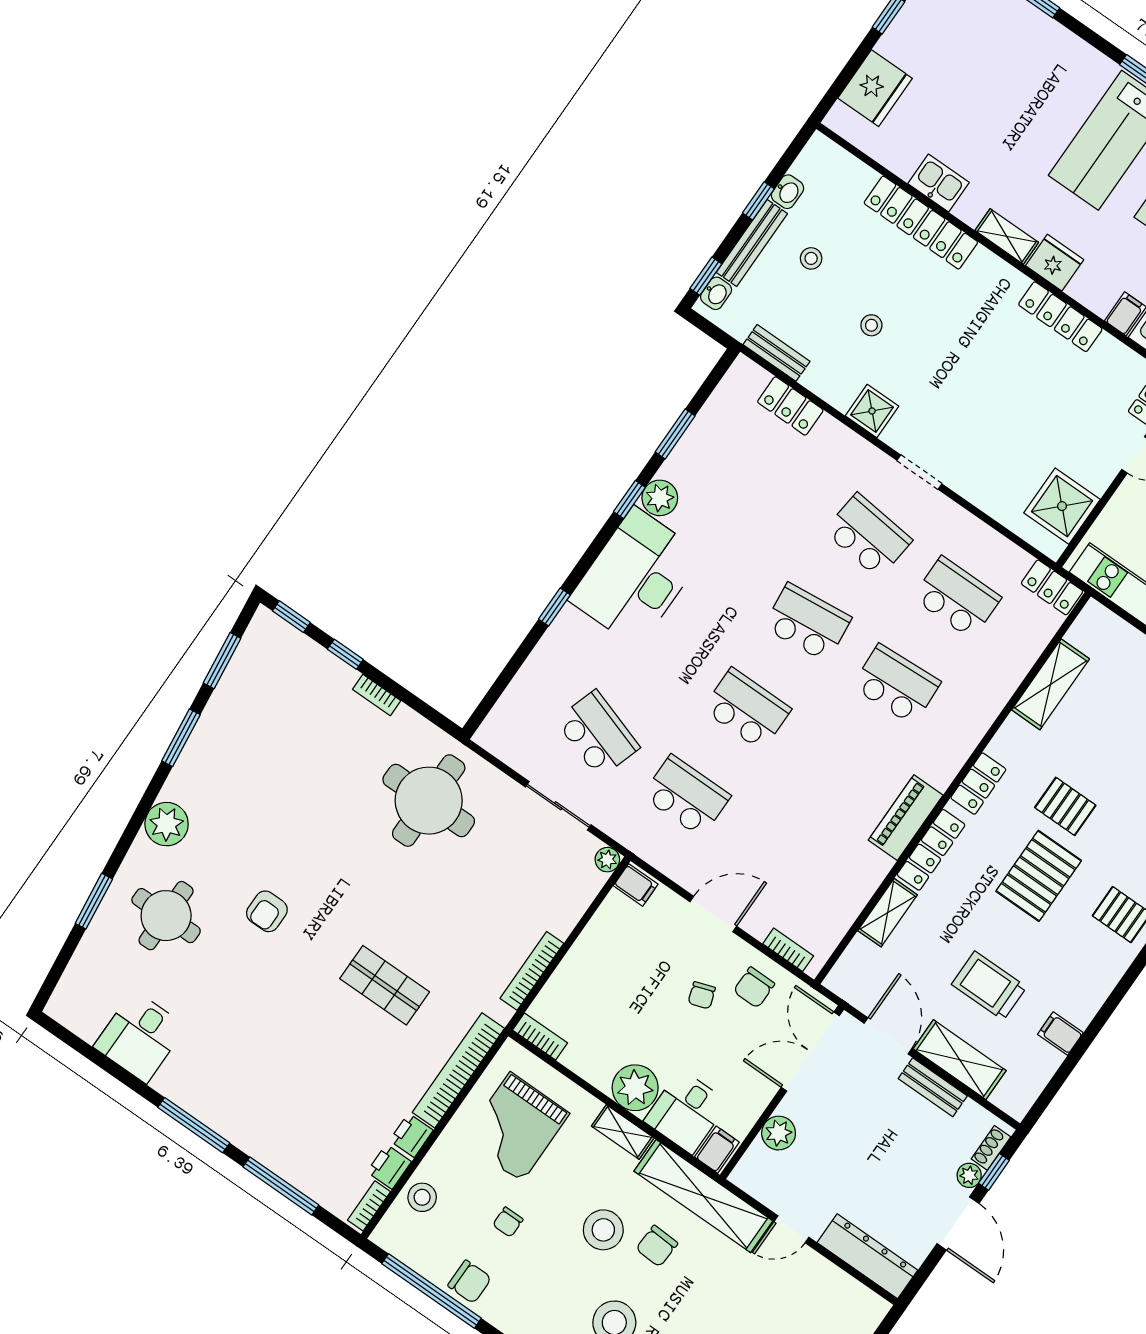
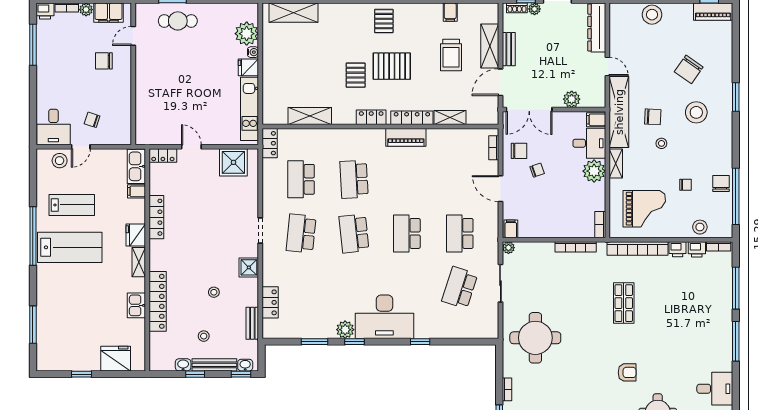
stool: (603, 1230) -> (661, 143), width x0.53, depth x0.53

